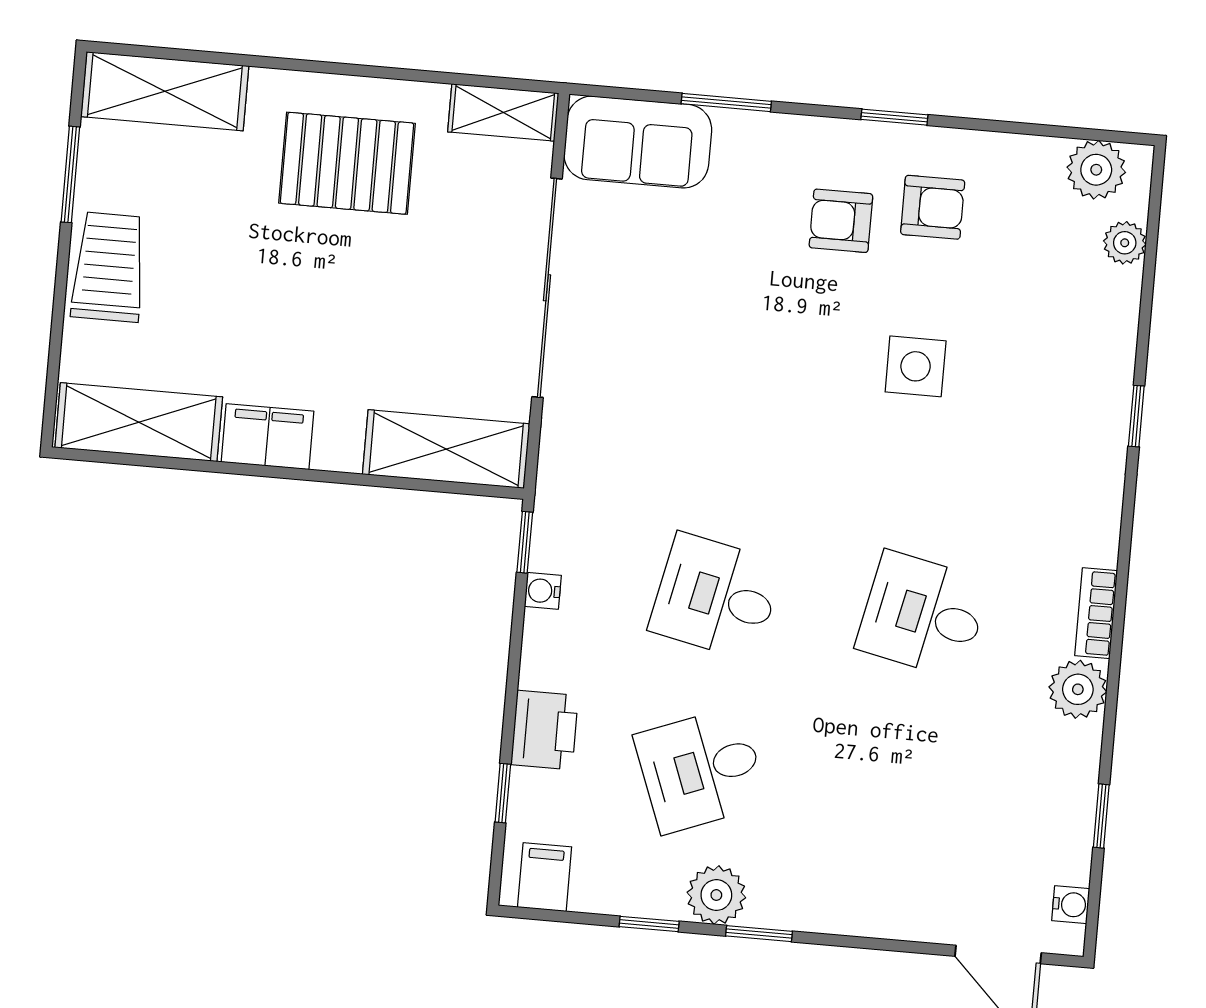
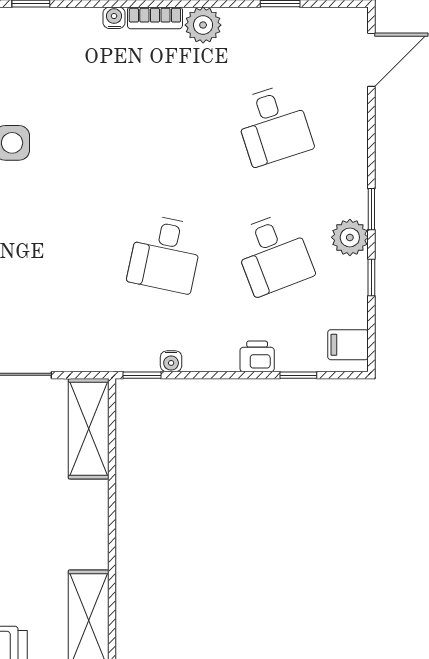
filing cabinet: (267, 437) -> (91, 540), removed
desk: (923, 615) -> (273, 125), moved, turned -30
printer: (544, 730) -> (257, 356), width x0.73, depth x0.81
water cooler: (1071, 905) -> (114, 18), moved

